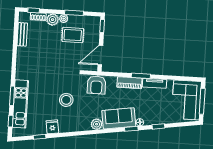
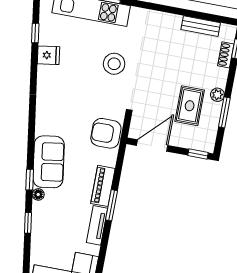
plant: (53, 20) -> (218, 77), removed
door: (100, 55) -> (152, 145), hinge flipped
stool: (66, 100) -> (114, 64), moved
plant: (97, 124) -> (44, 126), removed

